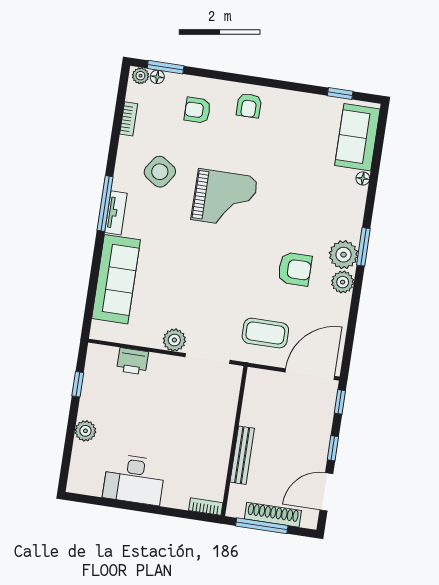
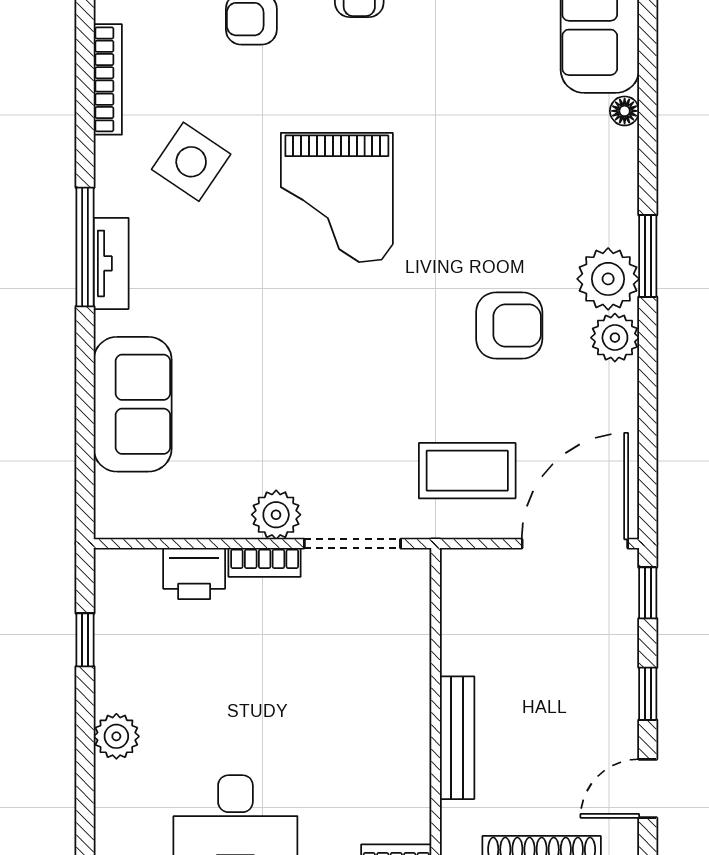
bookcase: (129, 119) -> (108, 79), width x1.56
grand piano: (224, 198) -> (337, 197), turned 90
sofa: (116, 279) -> (133, 404), width x0.73
bookcase: (166, 361) -> (265, 562), added
door: (326, 492) -> (648, 789), width x0.73

